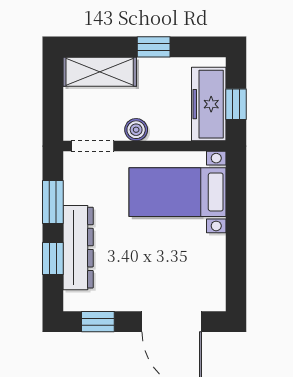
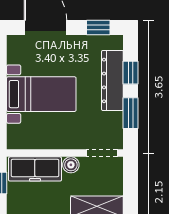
freezer: (209, 104) -> (35, 169), moved, turned 90
bed with nightstands: (178, 192) -> (41, 94), moved

